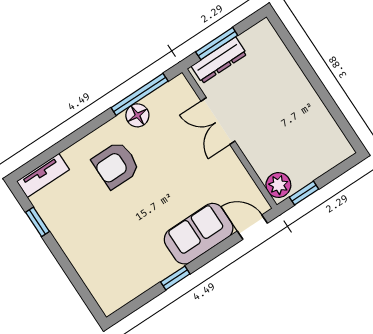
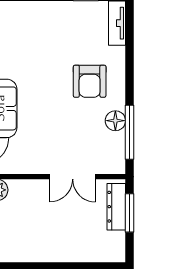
double door: (218, 121) -> (73, 177), swing flipped
armchair: (116, 165) -> (90, 81), turned 180

